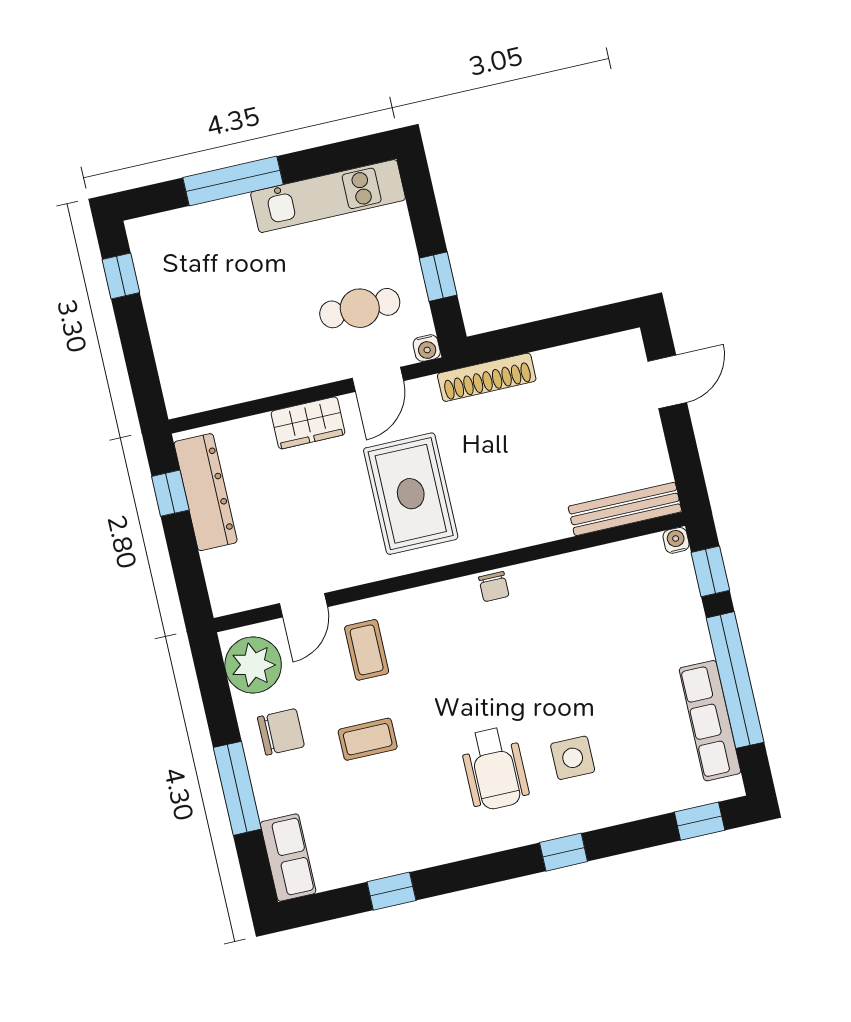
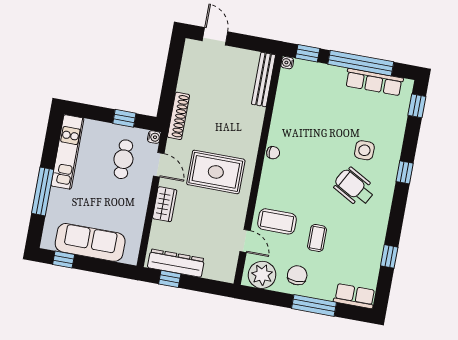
sofa: (175, 313) -> (90, 242), added
coffee table: (367, 650) -> (277, 221), width x1.36, depth x1.30
wheelchair: (495, 769) -> (354, 187), turned -151

